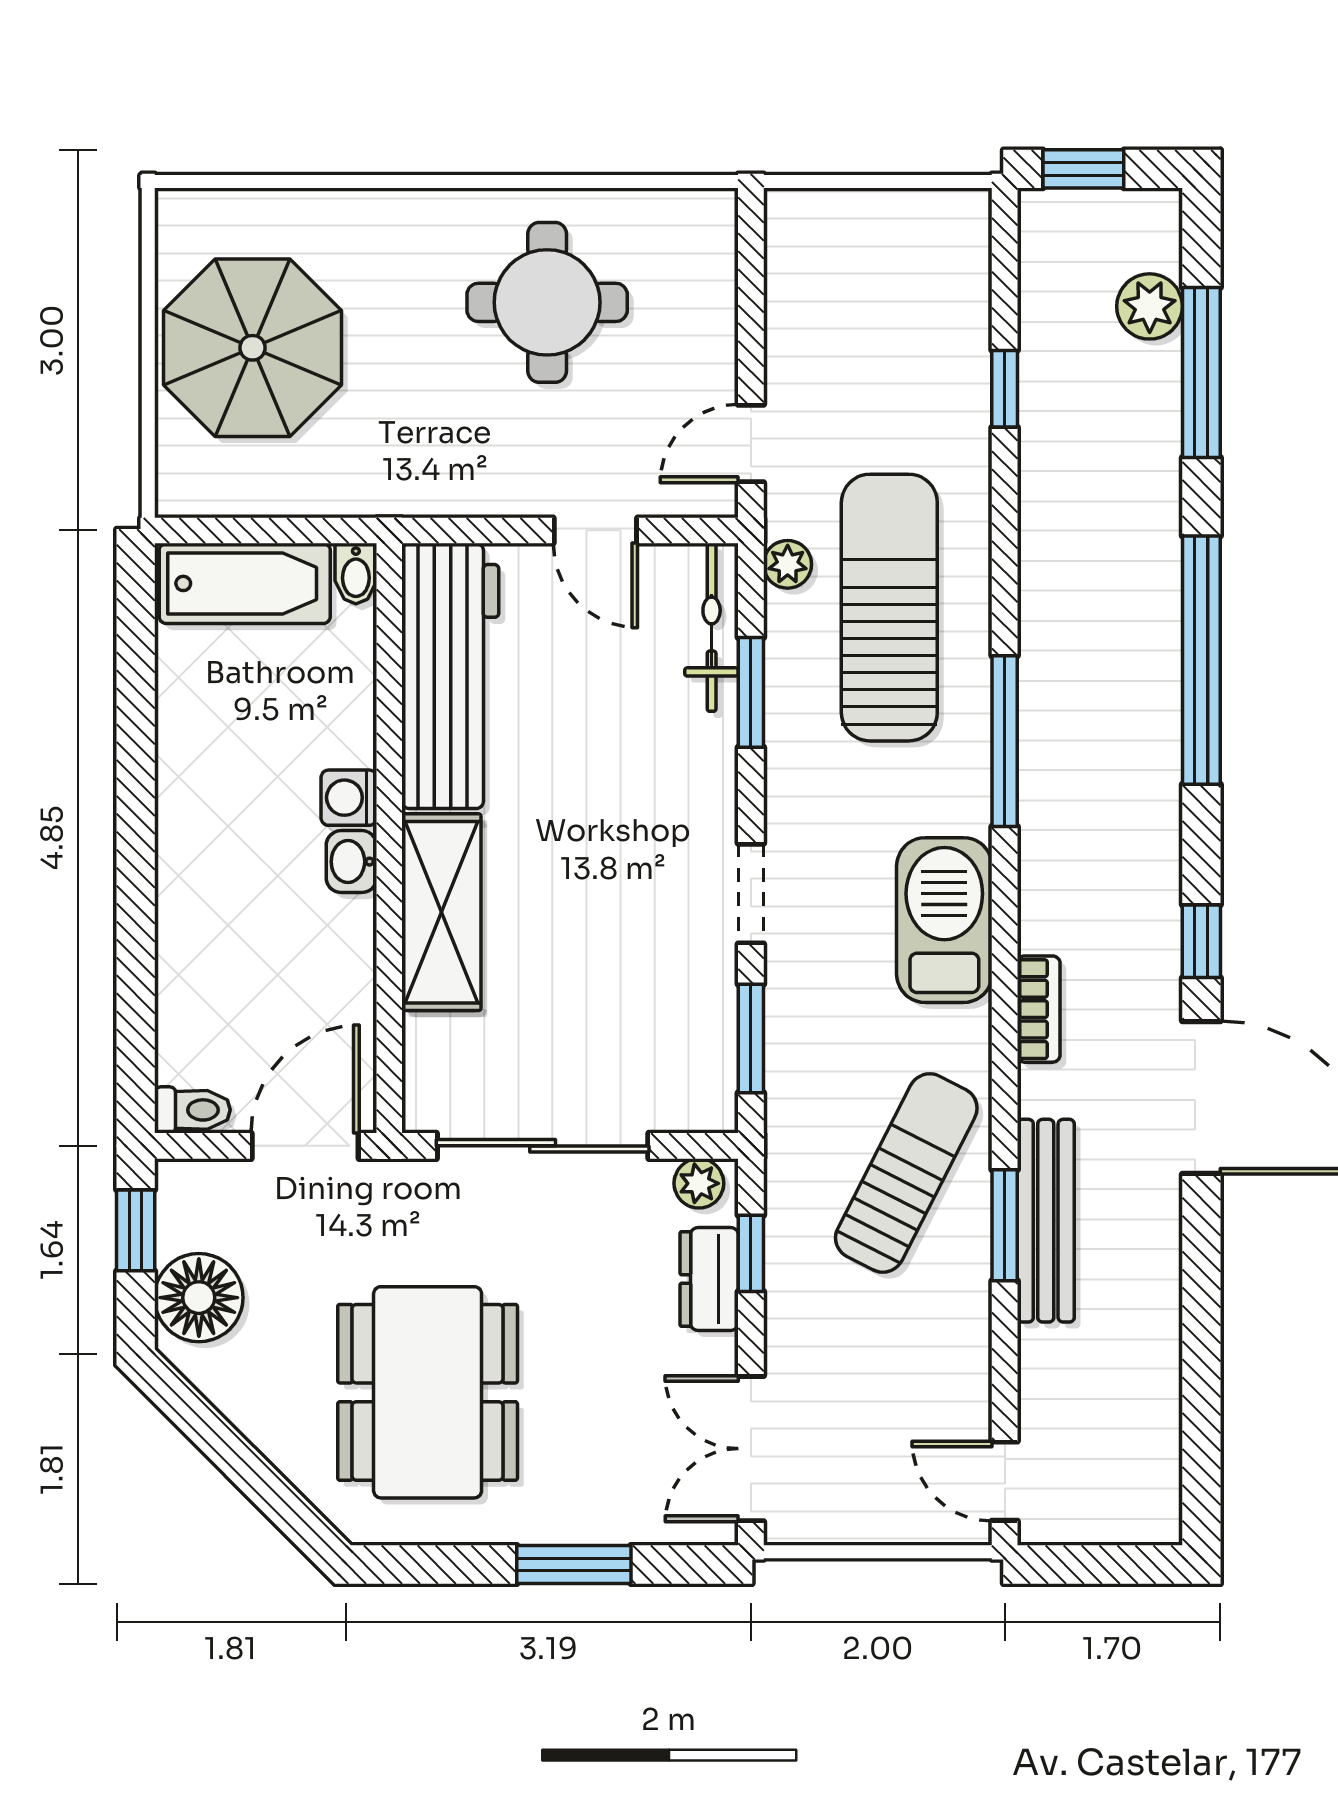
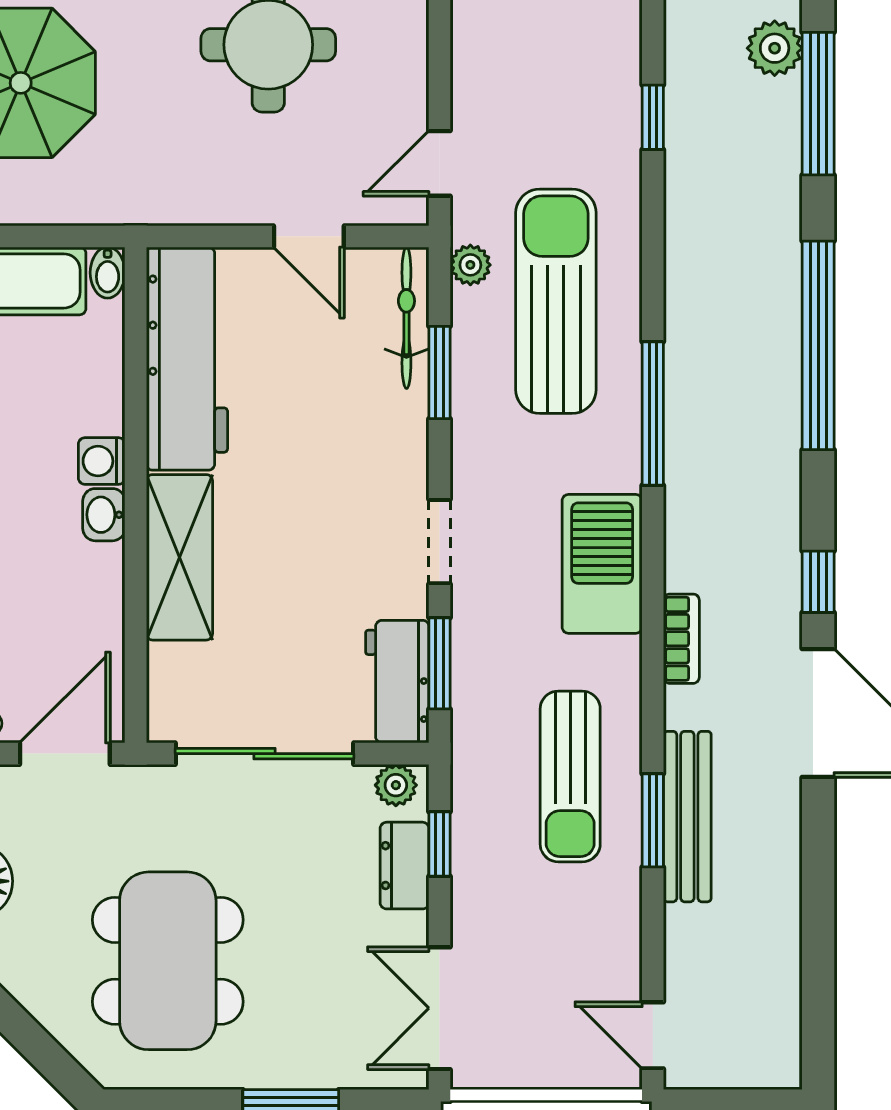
workbench: (701, 1060) -> (397, 682), added
sun lounger: (906, 1173) -> (570, 776), turned 153

